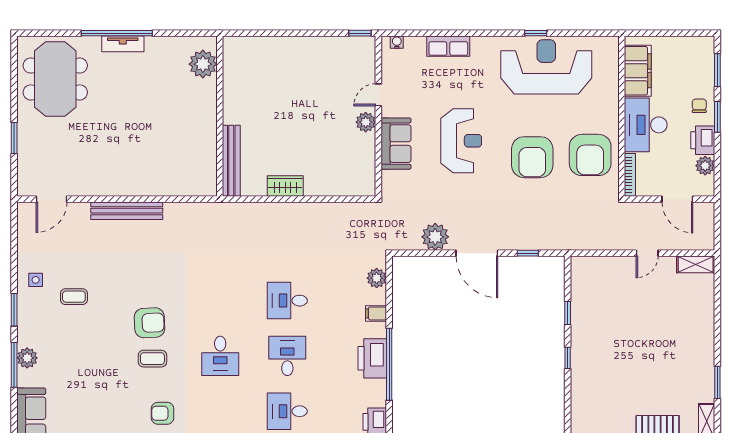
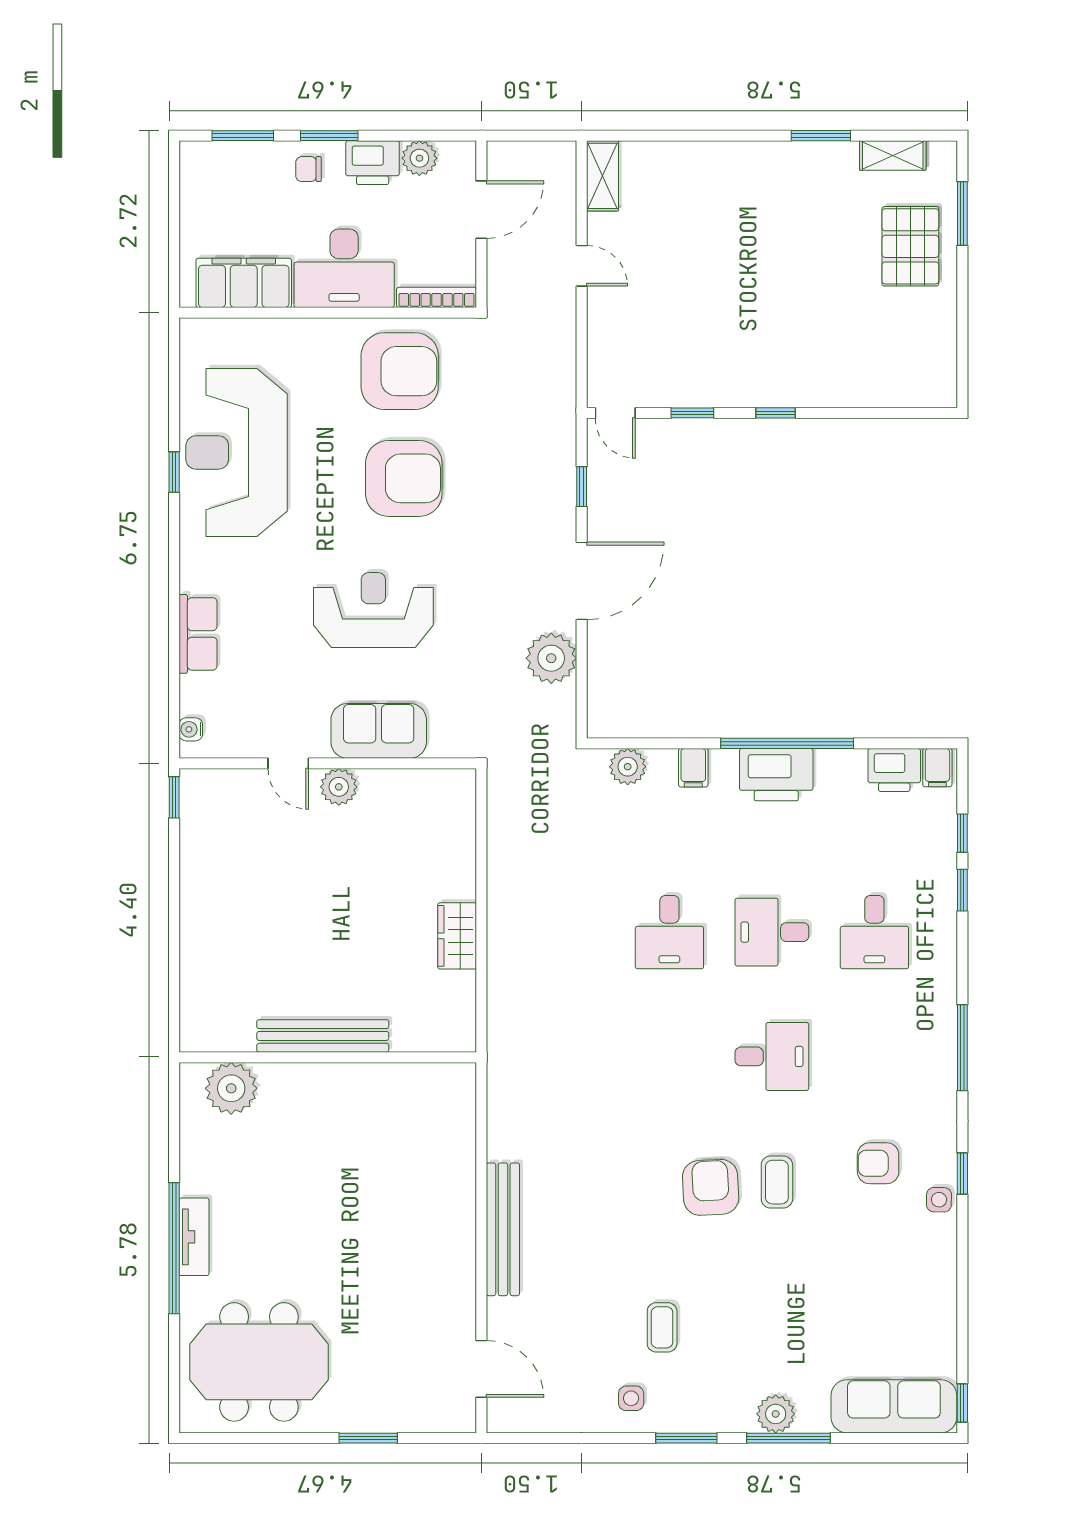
bench: (231, 161) -> (323, 1036), moved
door: (568, 271) -> (615, 413), added
armchair: (163, 413) -> (878, 1163), turned 90

